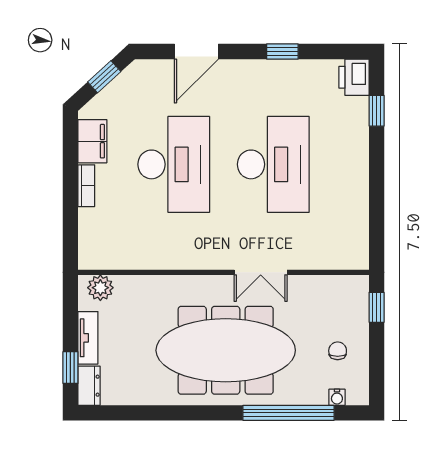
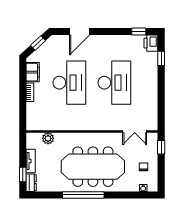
window: (282, 51) -> (139, 32), moved
double door: (261, 272) -> (135, 131), moved
plant: (100, 288) -> (48, 138), moved
window: (288, 413) -> (83, 195), moved

